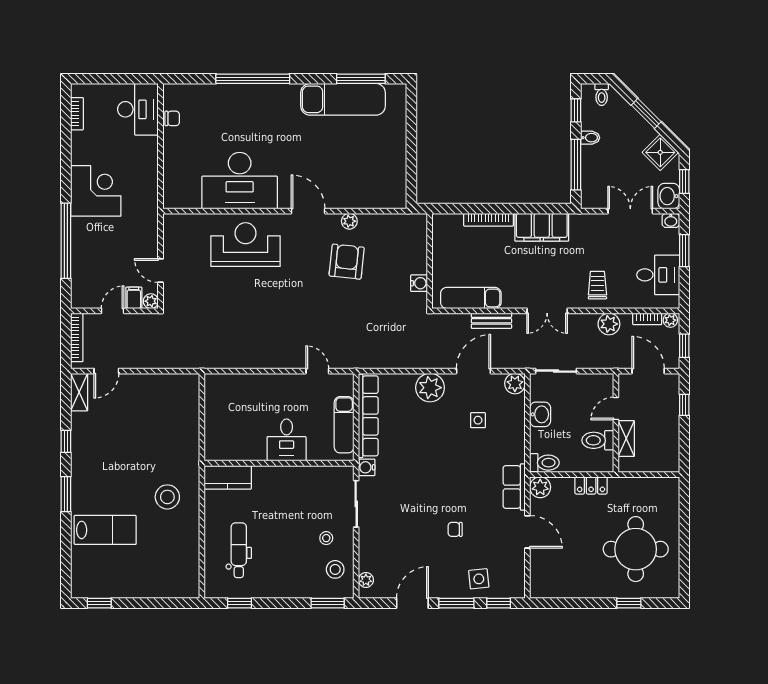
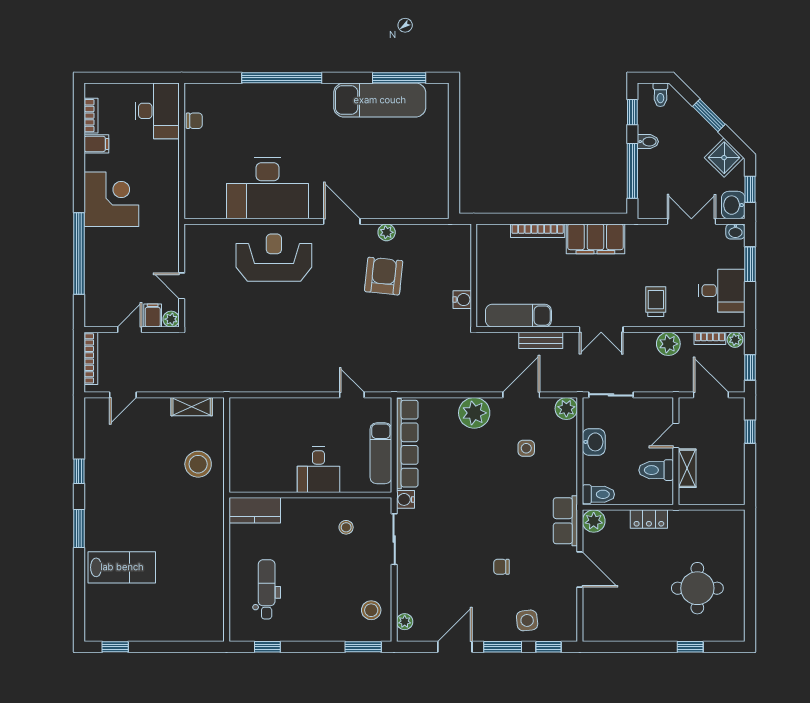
filing cabinet: (82, 140) -> (96, 144), added
shelving: (79, 392) -> (192, 407), moved, turned 90
stool: (167, 497) -> (198, 464), moved
stool: (326, 538) -> (346, 527), moved
round table: (636, 549) -> (697, 588), width x0.73, depth x0.73

